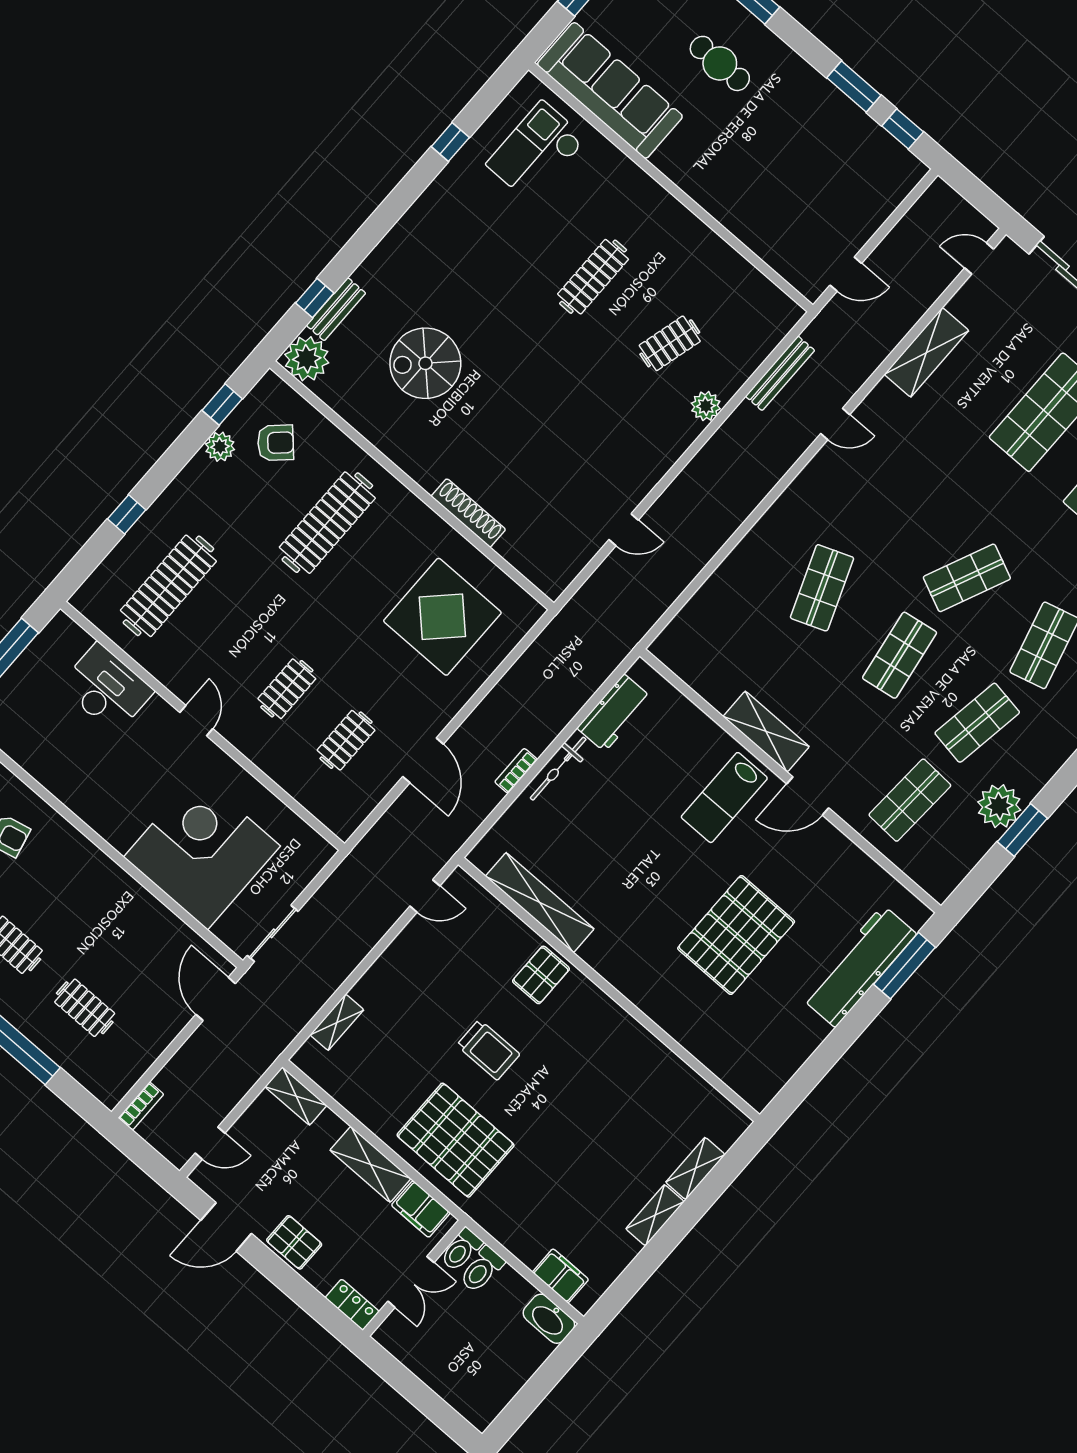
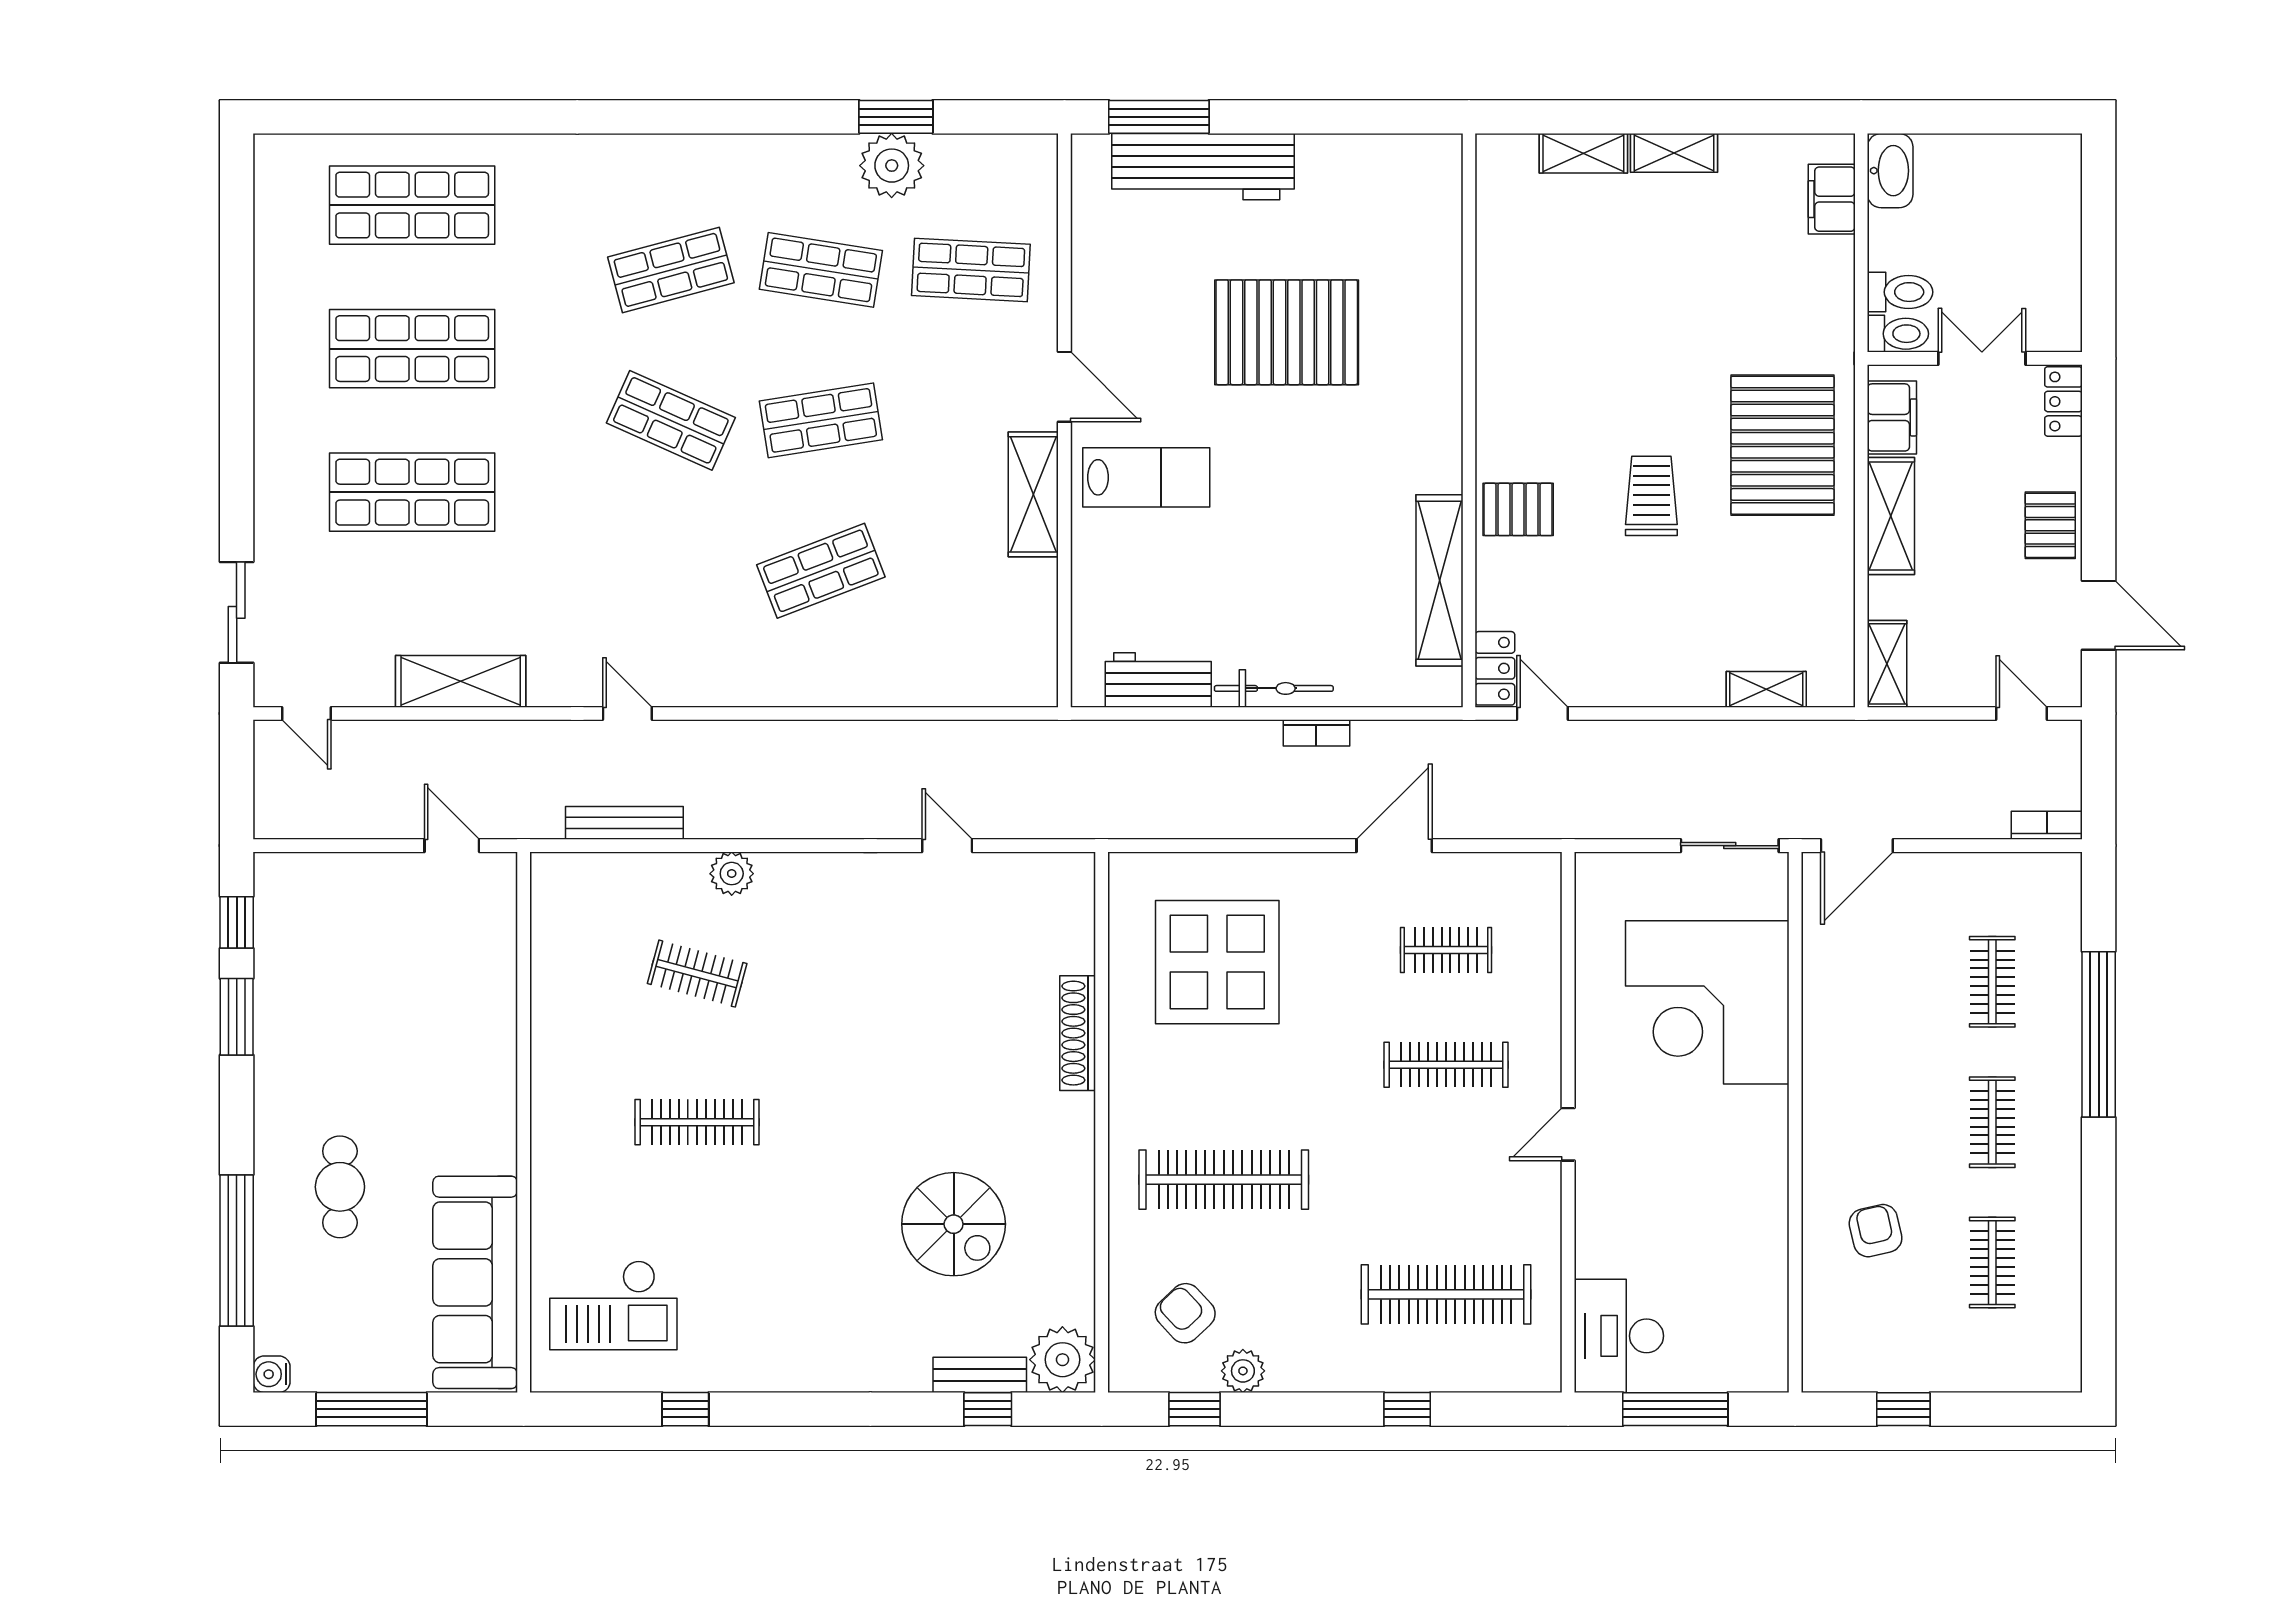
desk: (106, 689) -> (1619, 1336), moved
clothes rail: (287, 689) -> (1446, 1065), width x1.36
locker: (469, 892) -> (1495, 668), added

